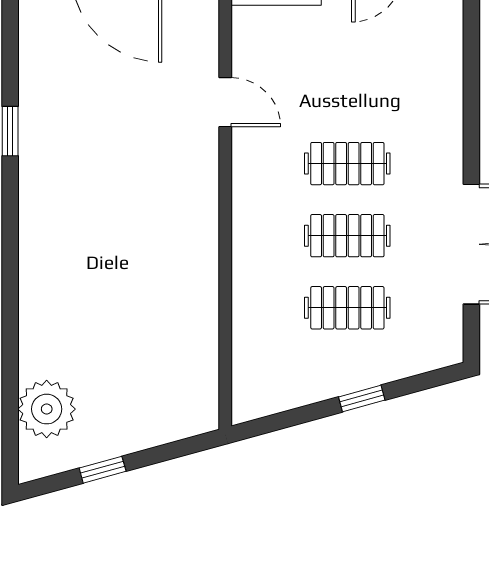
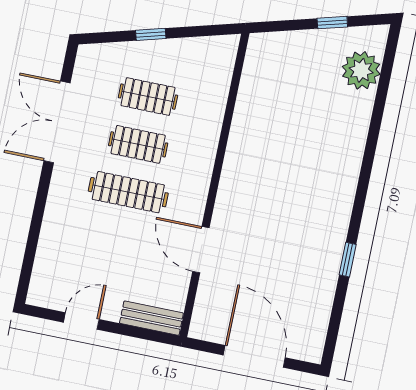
door: (225, 102) -> (201, 250), width x1.38
clothes rail: (347, 164) -> (128, 192), width x1.36

